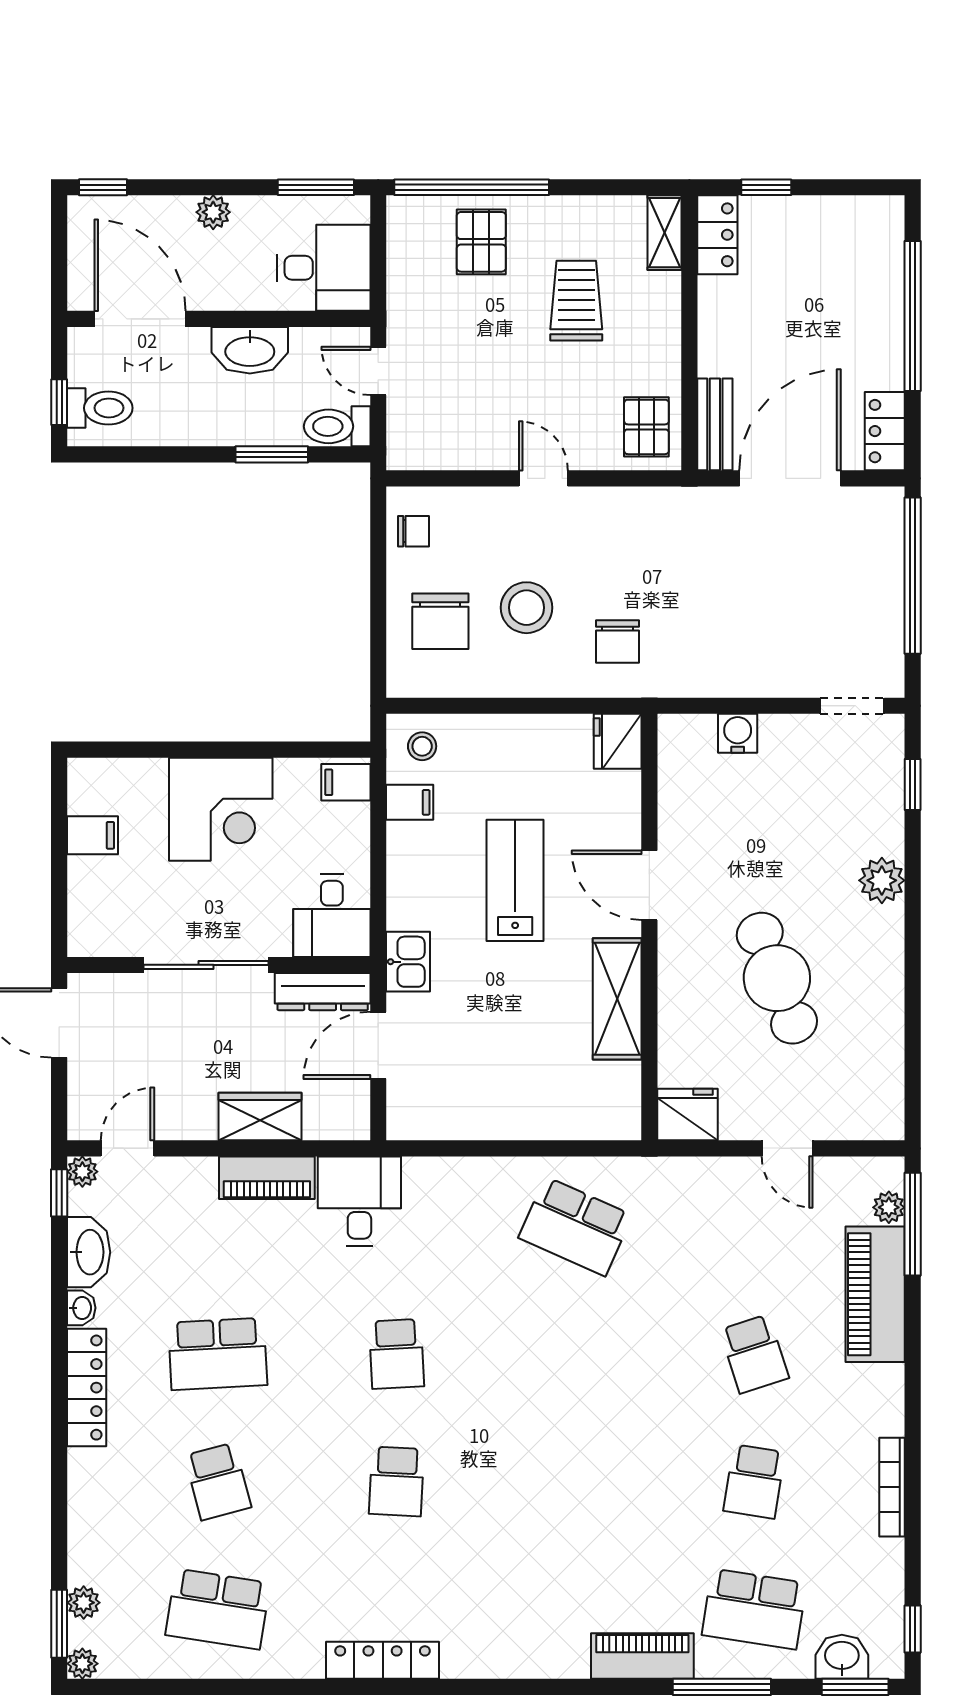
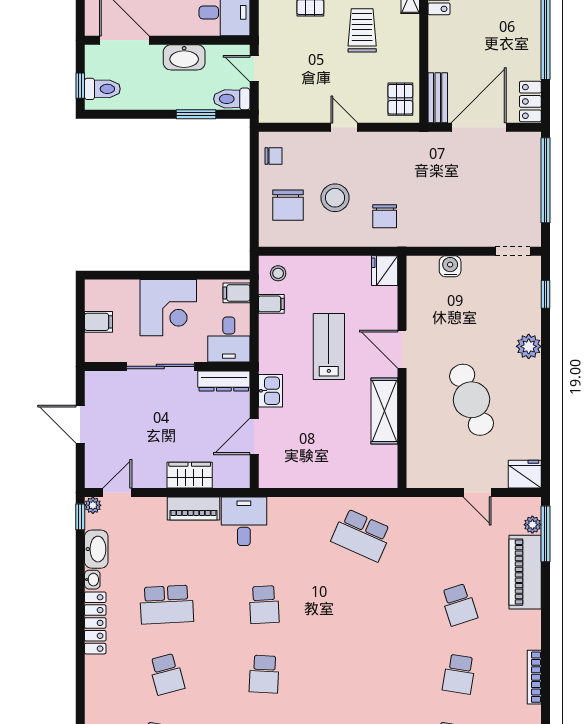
desk: (332, 916) -> (229, 340), moved
sliding door: (206, 965) -> (160, 366), moved
wall: (219, 965) -> (167, 366), moved
dresser: (323, 992) -> (224, 381), moved
fridge: (687, 1115) -> (525, 474), moved

